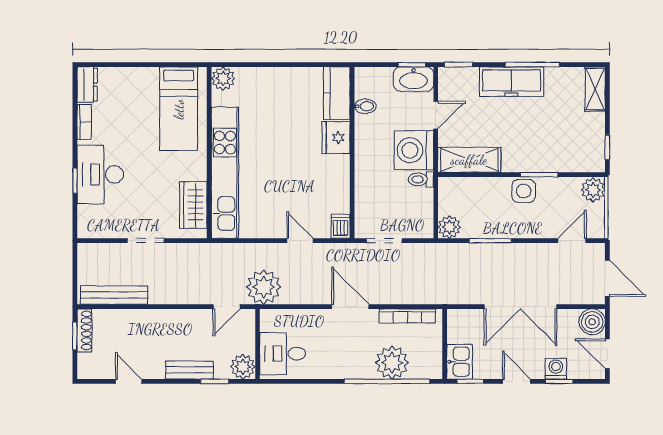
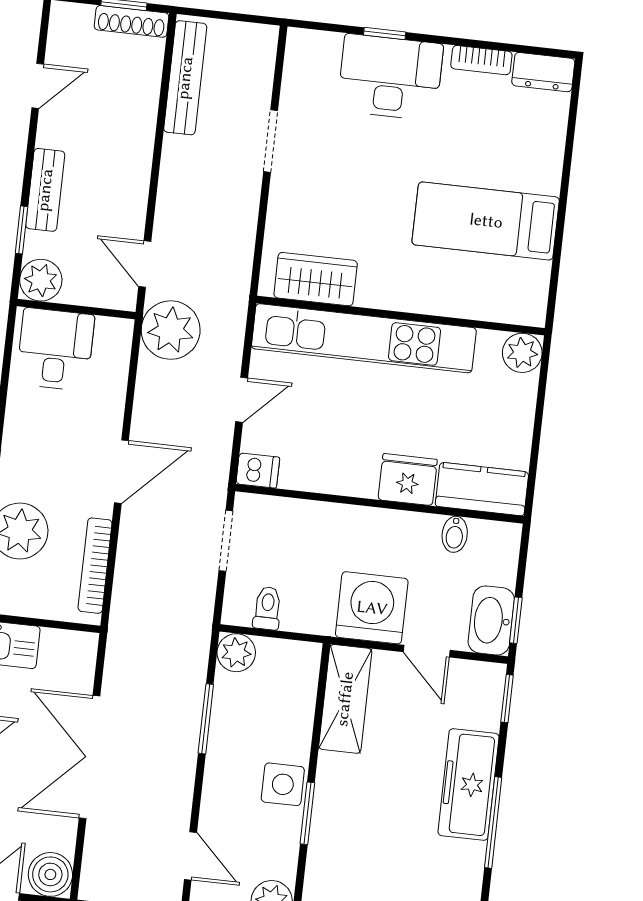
plant: (223, 78) -> (522, 353), moved
wall: (209, 153) -> (401, 316), moved
kitchen unit: (225, 173) -> (364, 338), moved
toilet: (421, 179) -> (267, 608), moved
wardrobe: (193, 205) -> (316, 279), moved

